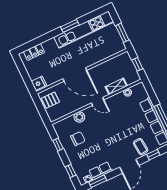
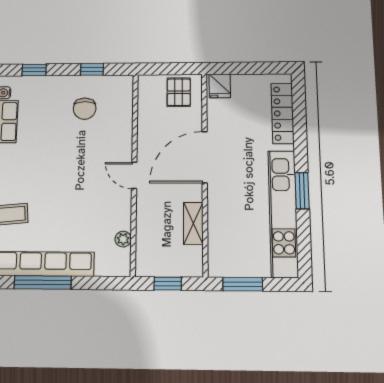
locker: (34, 52) -> (283, 113), width x1.53
shelving: (116, 86) -> (193, 223), moved
door: (98, 101) -> (134, 175), hinge flipped
plant: (79, 117) -> (122, 129), removed

